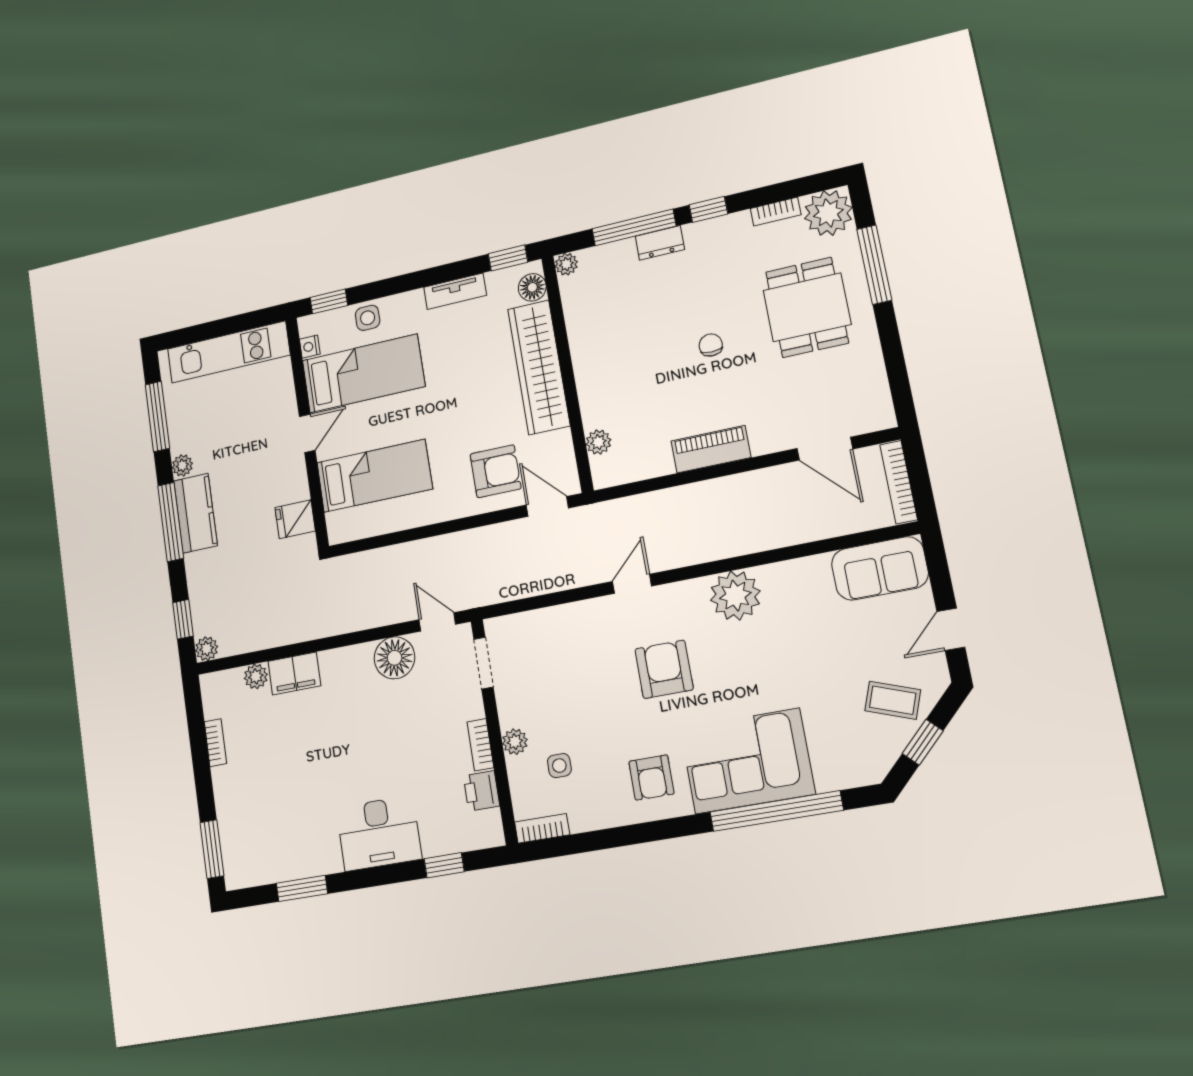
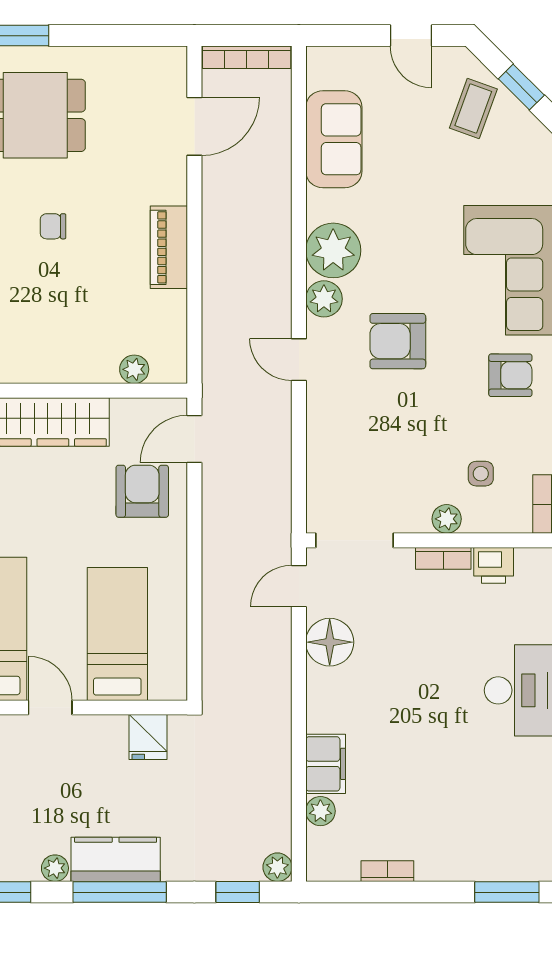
sofa: (880, 568) -> (334, 139), moved
plant: (690, 596) -> (324, 299), added
doorway: (483, 663) -> (354, 540), width x1.38

